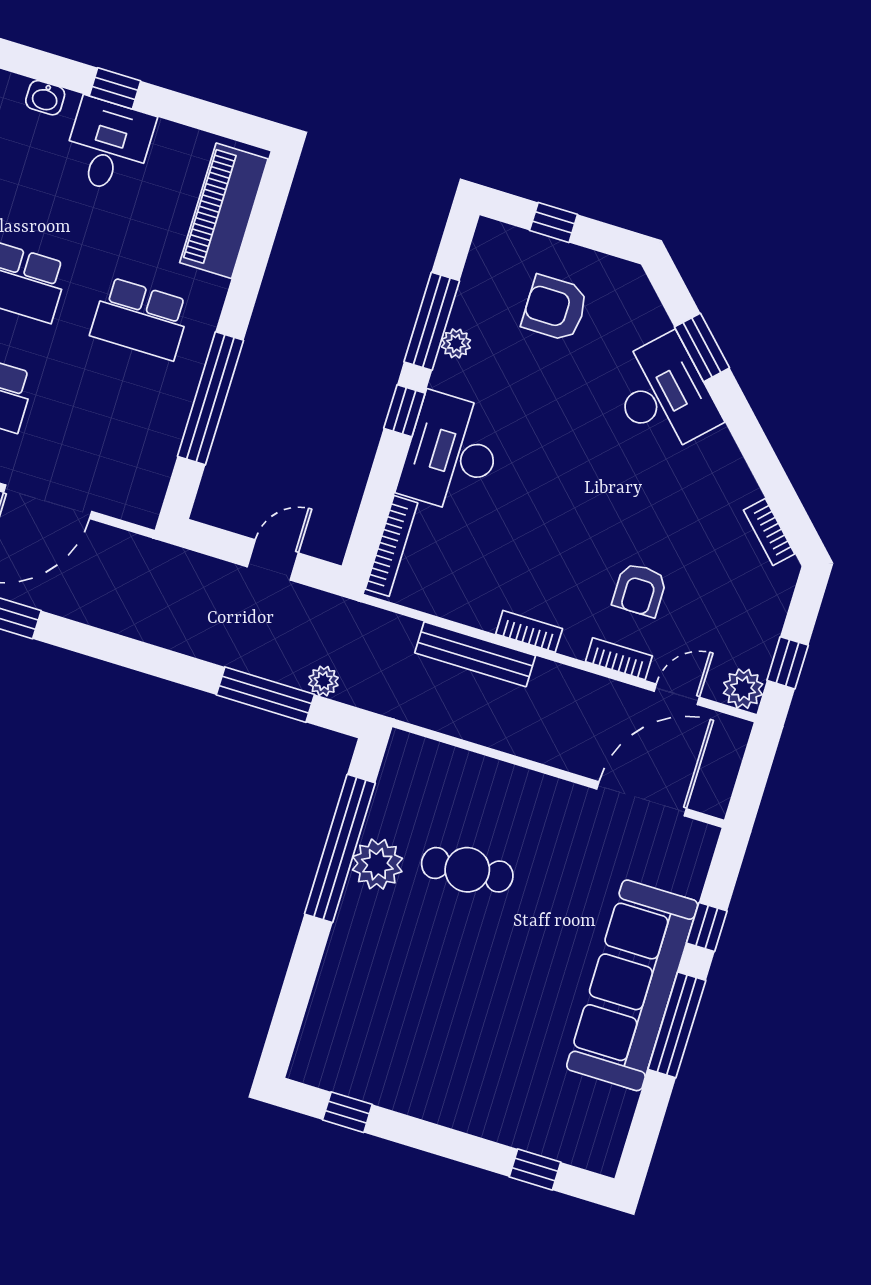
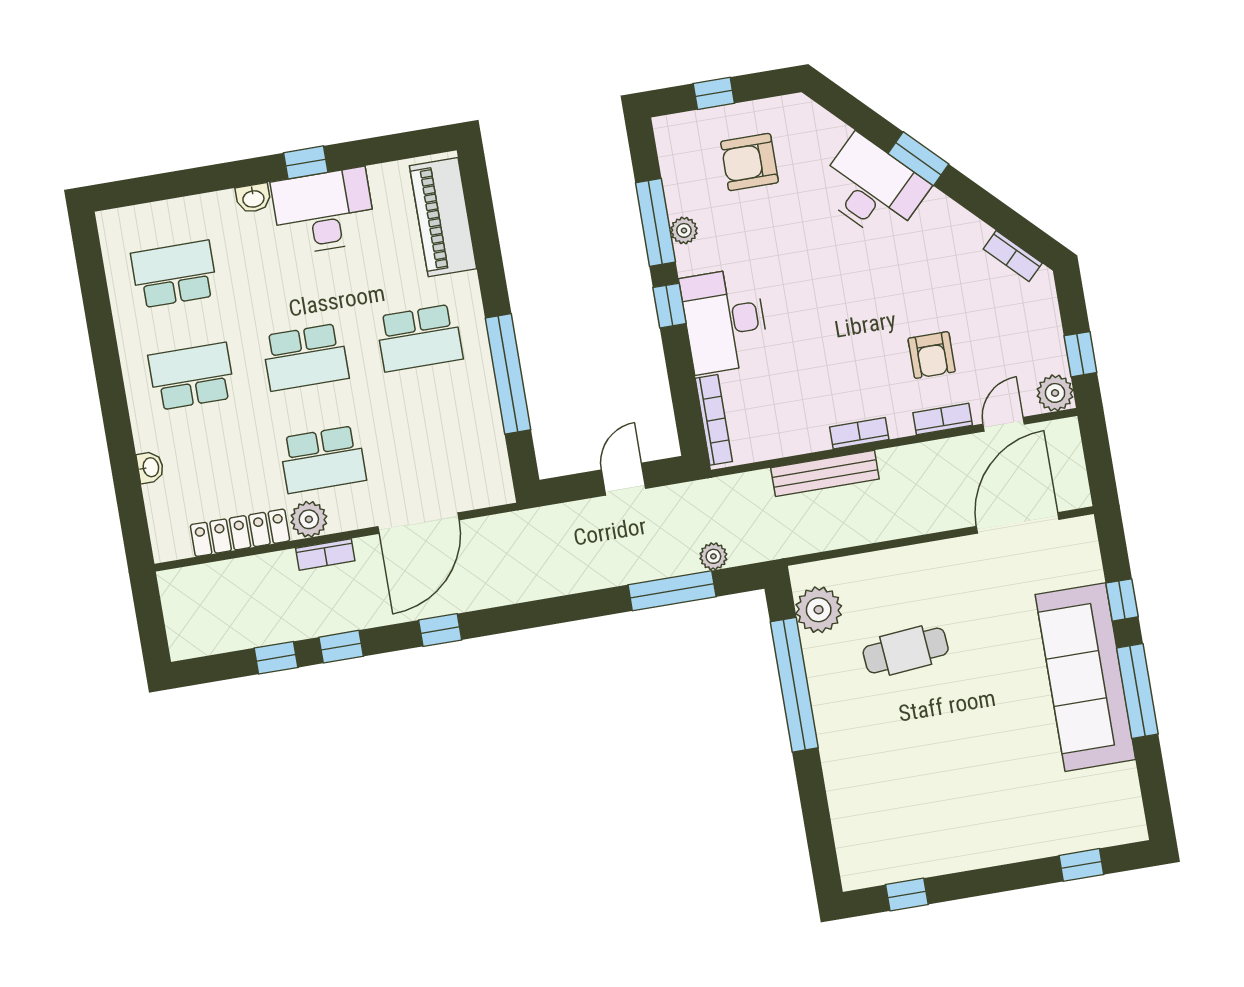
desk: (108, 146) -> (324, 211), width x1.37
window: (702, 347) -> (918, 159), moved
plant: (377, 864) -> (819, 610), moved

